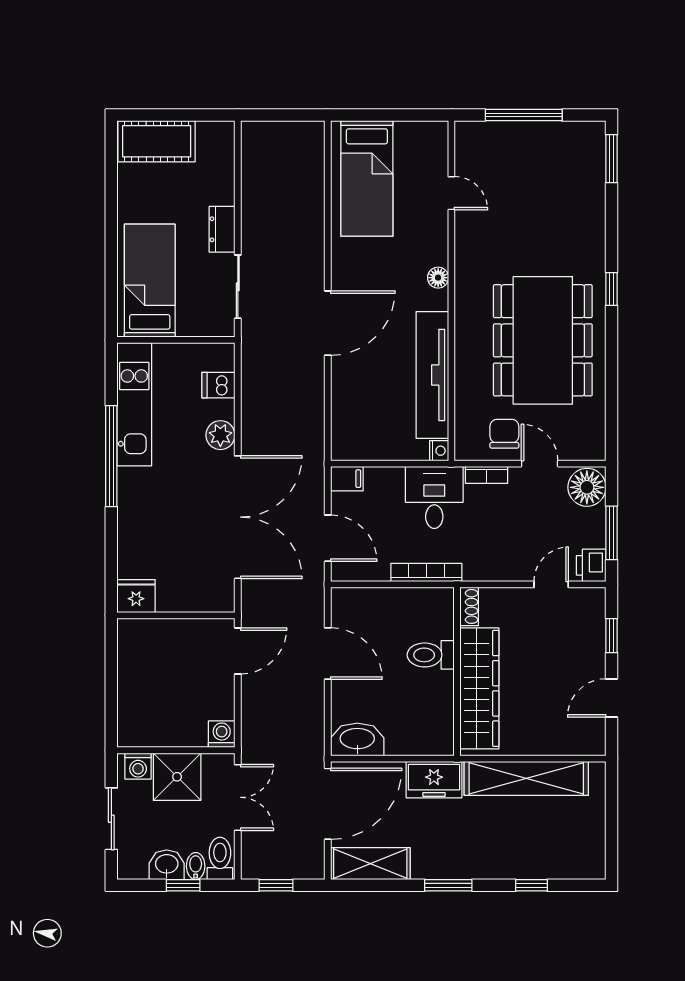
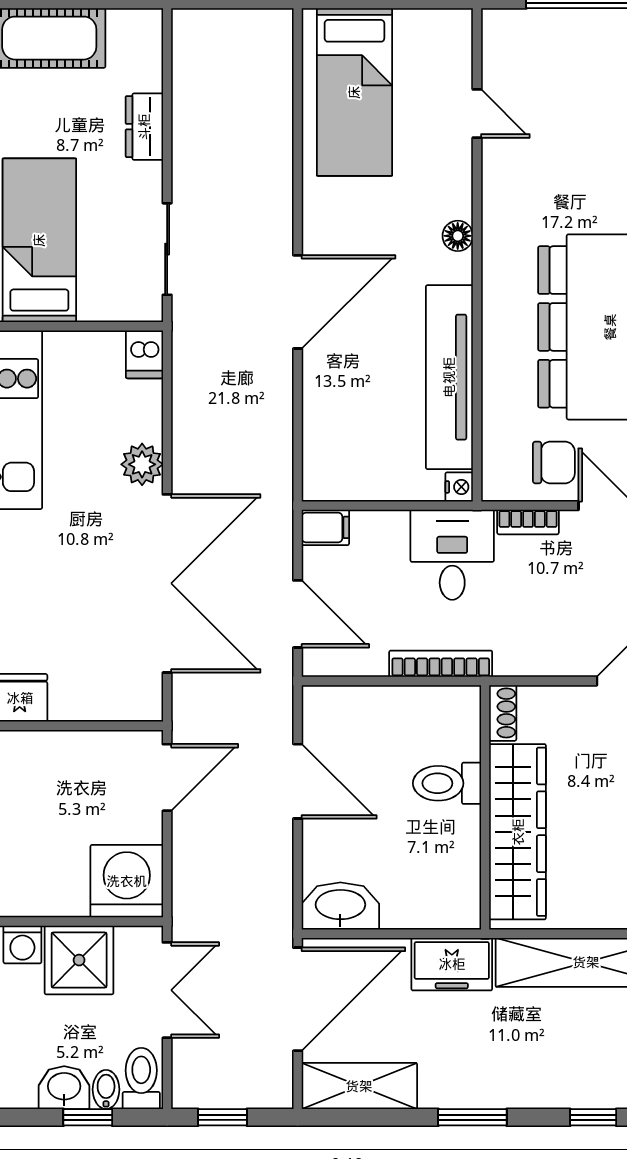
dresser: (222, 229) -> (144, 127), moved
dishwasher: (218, 385) -> (144, 354), moved, turned -90
chair: (504, 434) -> (554, 462), turned 90
washing machine: (222, 734) -> (127, 881), width x1.89, depth x1.89

